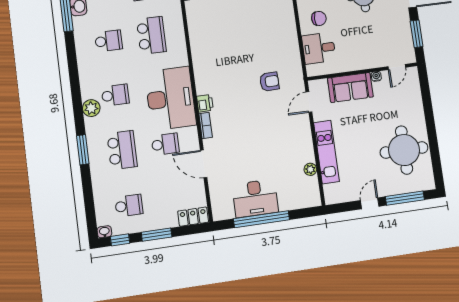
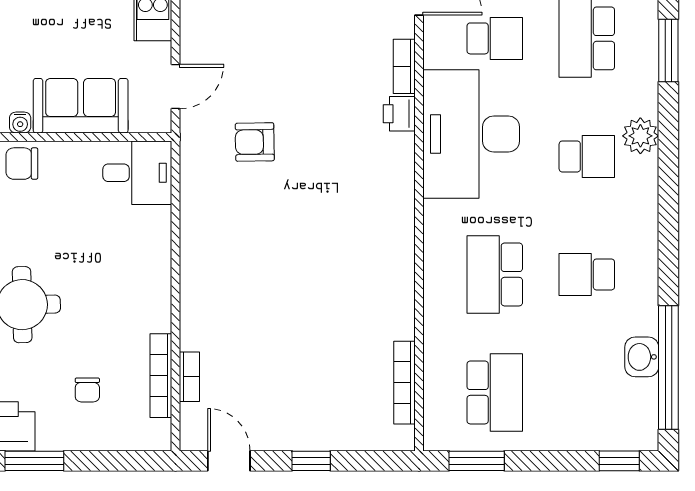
chair: (319, 18) -> (22, 164), moved
desk: (319, 48) -> (137, 173), moved
school desk: (115, 95) -> (587, 156), turned 180
school desk: (165, 144) -> (495, 38), turned 180

